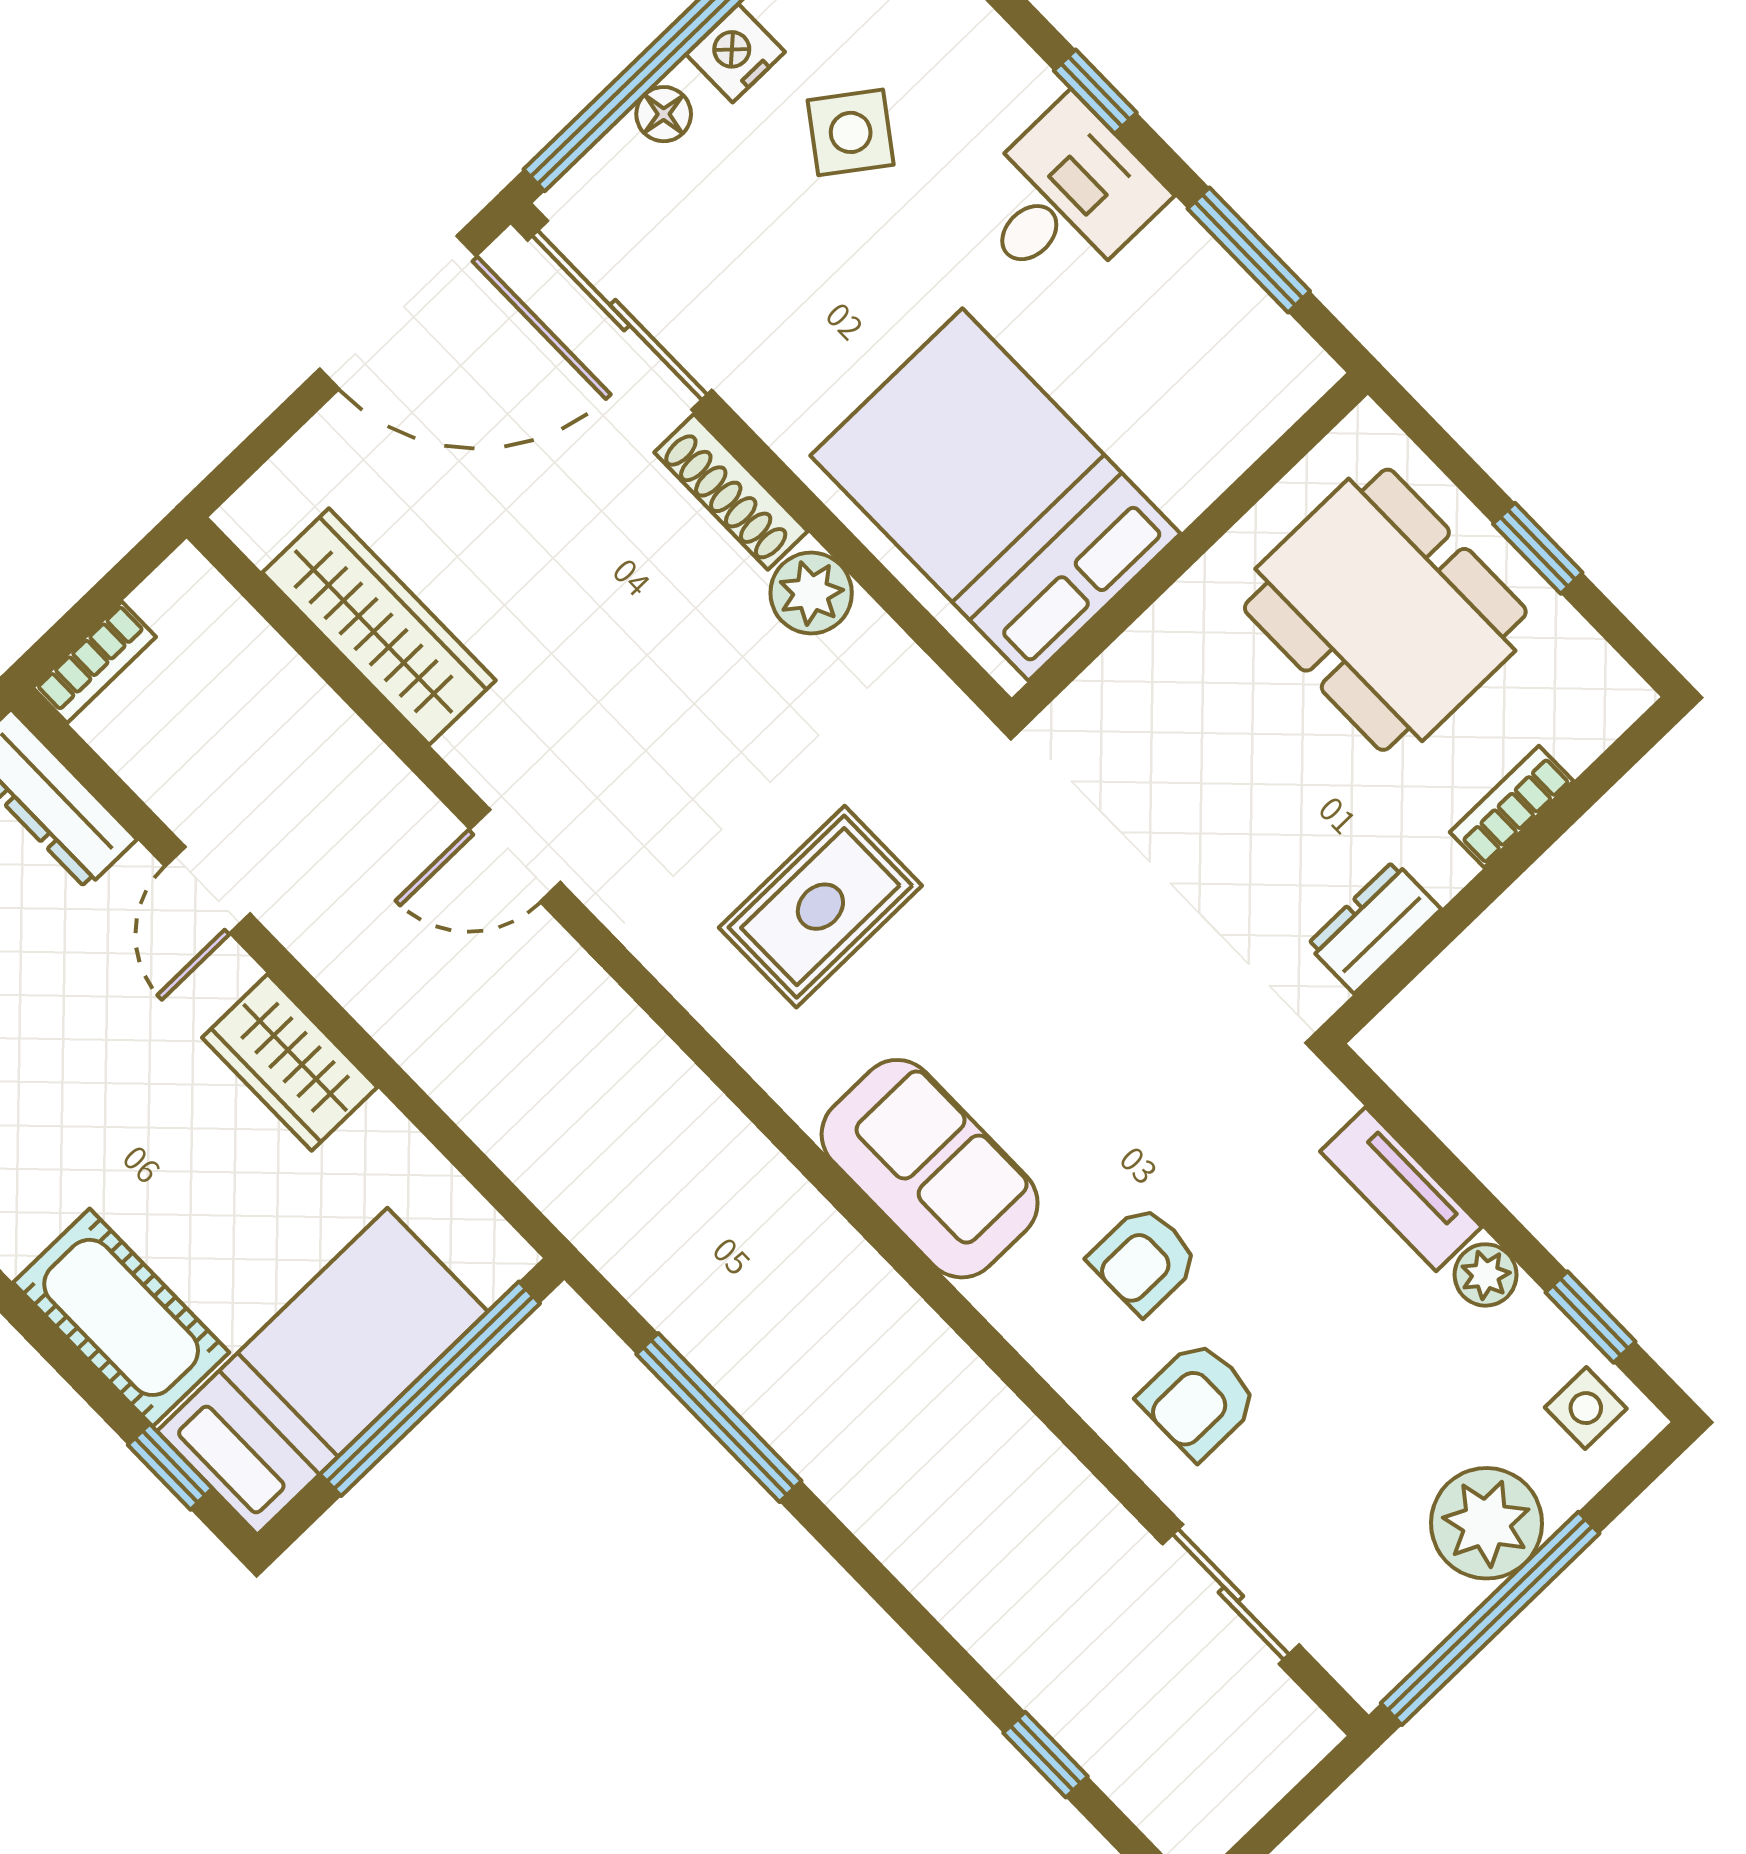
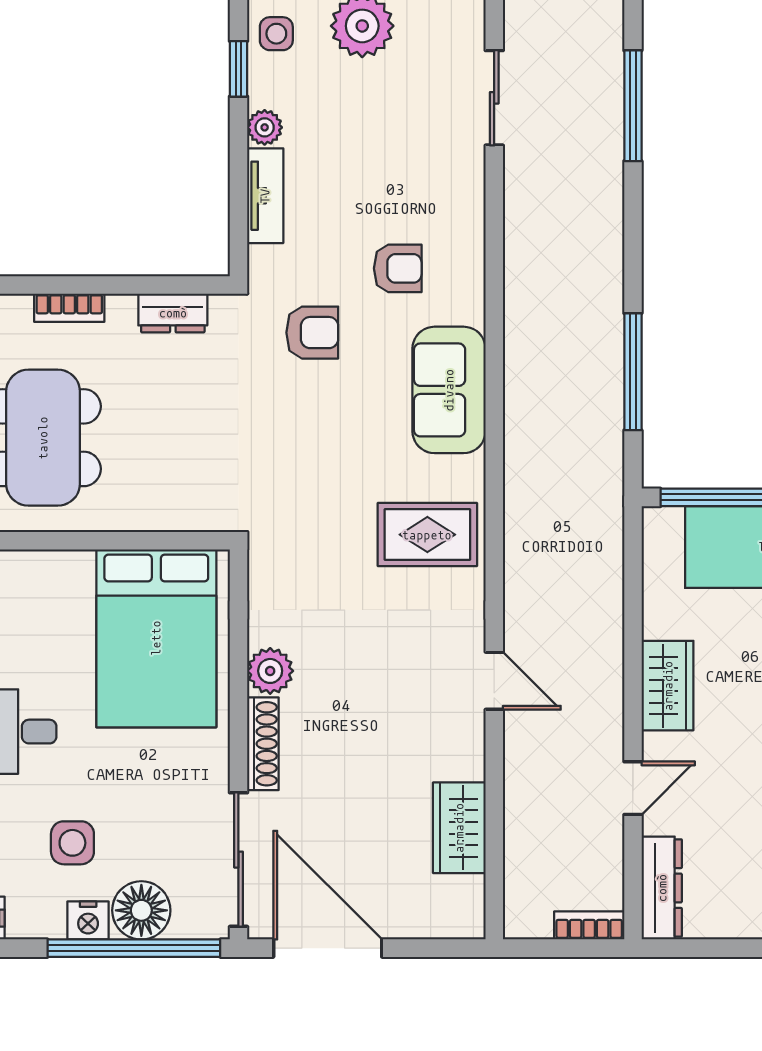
floor lamp: (664, 114) -> (141, 910), width x1.89, depth x1.89
side table: (851, 132) -> (72, 843), turned -36
wardrobe: (379, 626) -> (459, 828), width x0.67
rug: (820, 907) -> (427, 535), moved
armchair: (1198, 1400) -> (312, 333), moved
window: (1045, 1755) -> (633, 106), width x2.17

